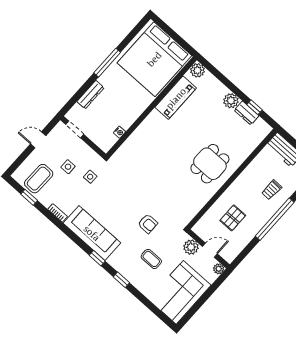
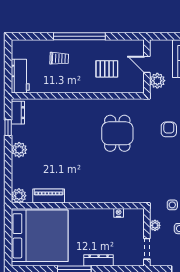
dresser: (90, 95) -> (99, 260), moved
piano: (176, 98) -> (49, 196), width x0.73, depth x0.75
dresser: (247, 113) -> (18, 113), moved
dining table: (210, 164) -> (117, 133), moved, turned 90
plant: (219, 269) -> (155, 225), moved

